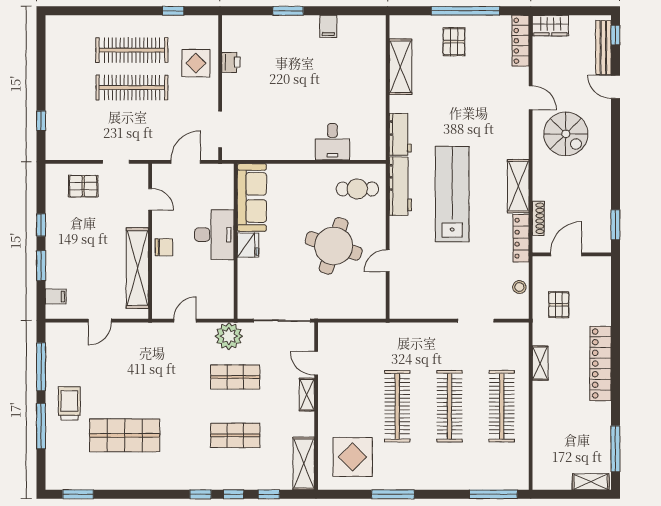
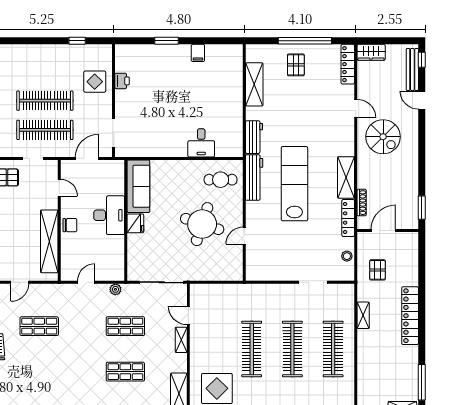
clothes rail: (132, 50) -> (45, 130), moved
plant: (229, 336) -> (115, 289), width x0.53, depth x0.53
shop shelf: (125, 435) -> (39, 326), moved, width x0.70, depth x0.74

